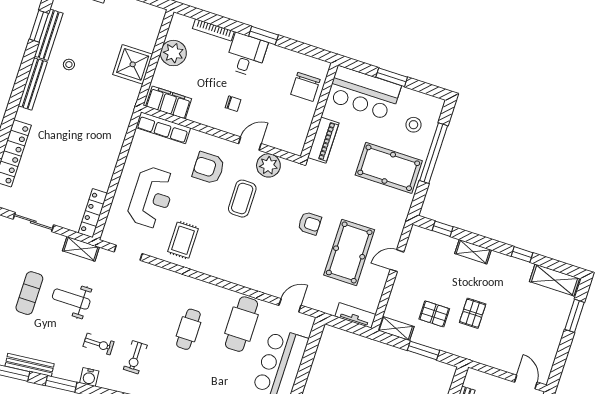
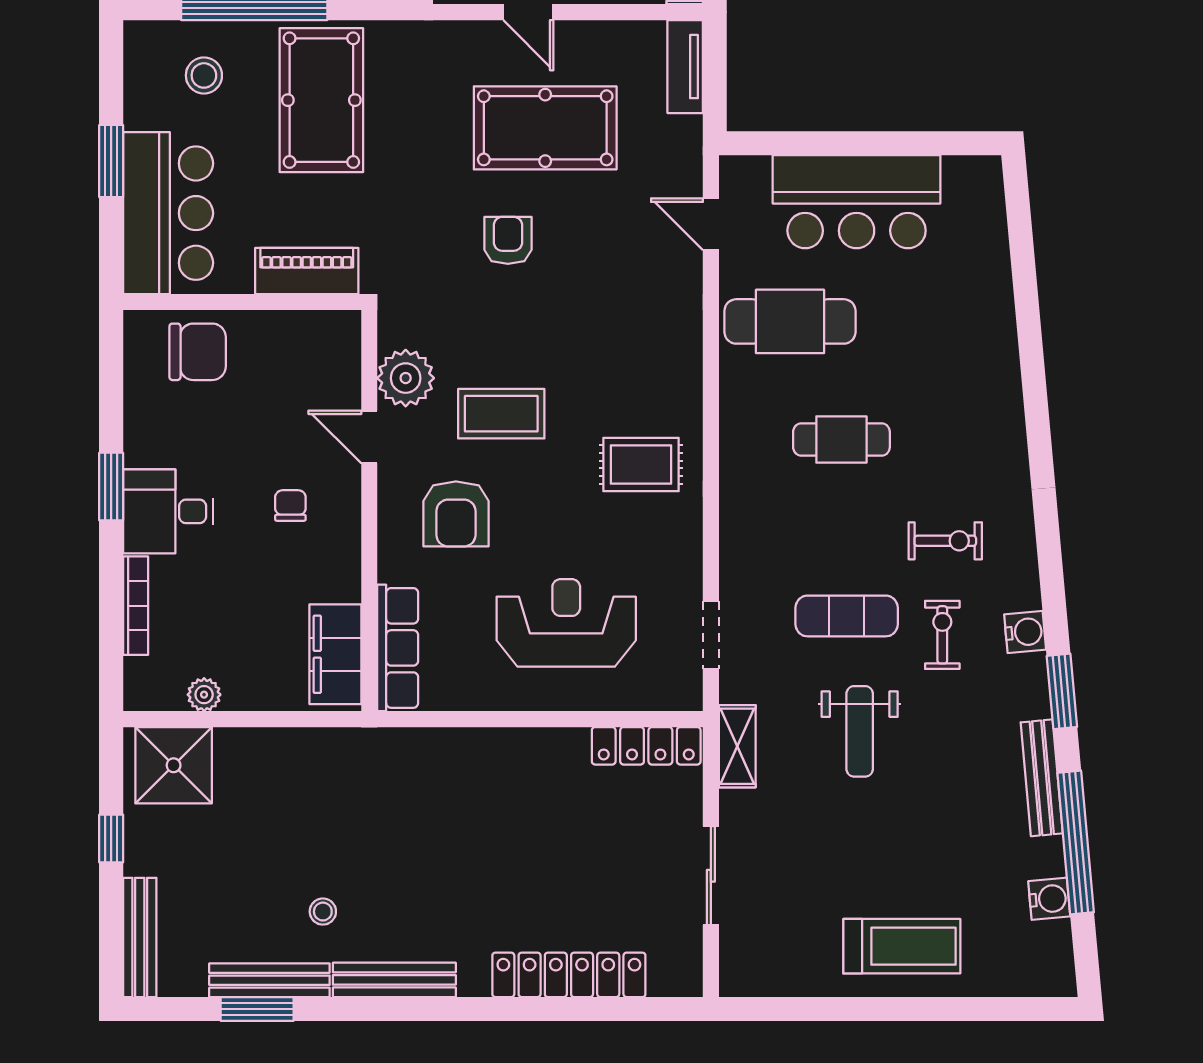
plant: (173, 53) -> (204, 695), width x0.53, depth x0.53
shower: (133, 64) -> (174, 765), moved
rug: (183, 240) -> (641, 465), moved
exercise mat: (29, 293) -> (847, 616), moved

